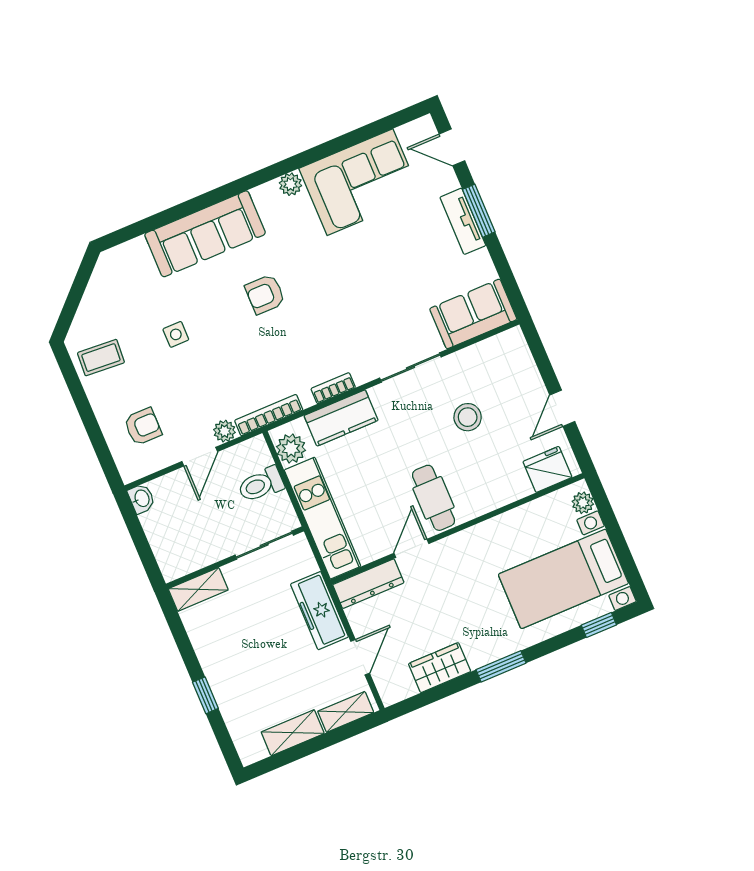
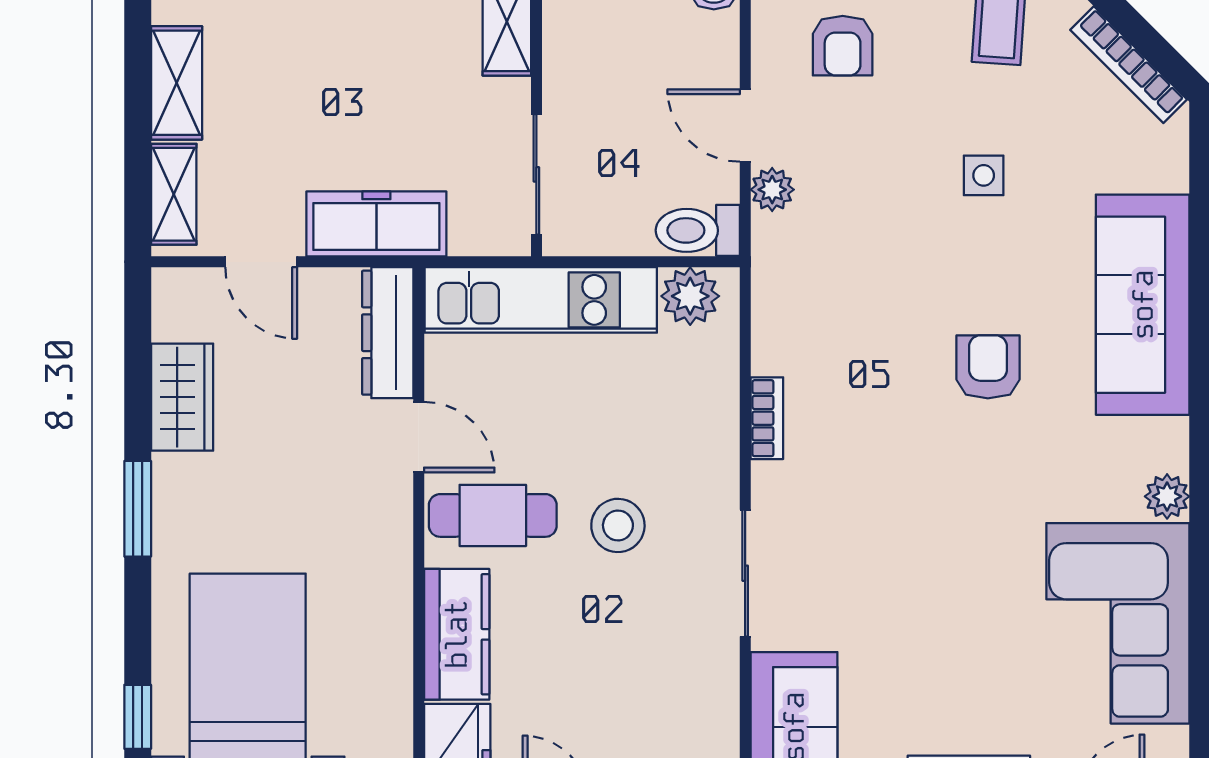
bookcase: (269, 415) -> (1129, 65), moved, turned 135
stool: (468, 417) -> (618, 525), moved
kitchen counter: (341, 418) -> (457, 634), moved, turned 180
toilet: (261, 485) -> (698, 230), moved, turned -90

